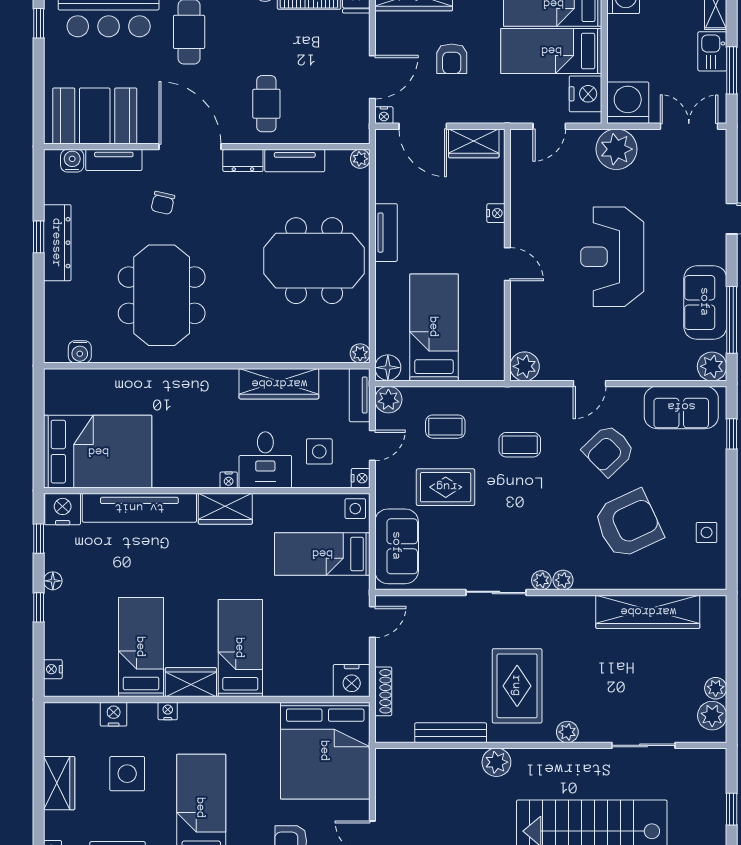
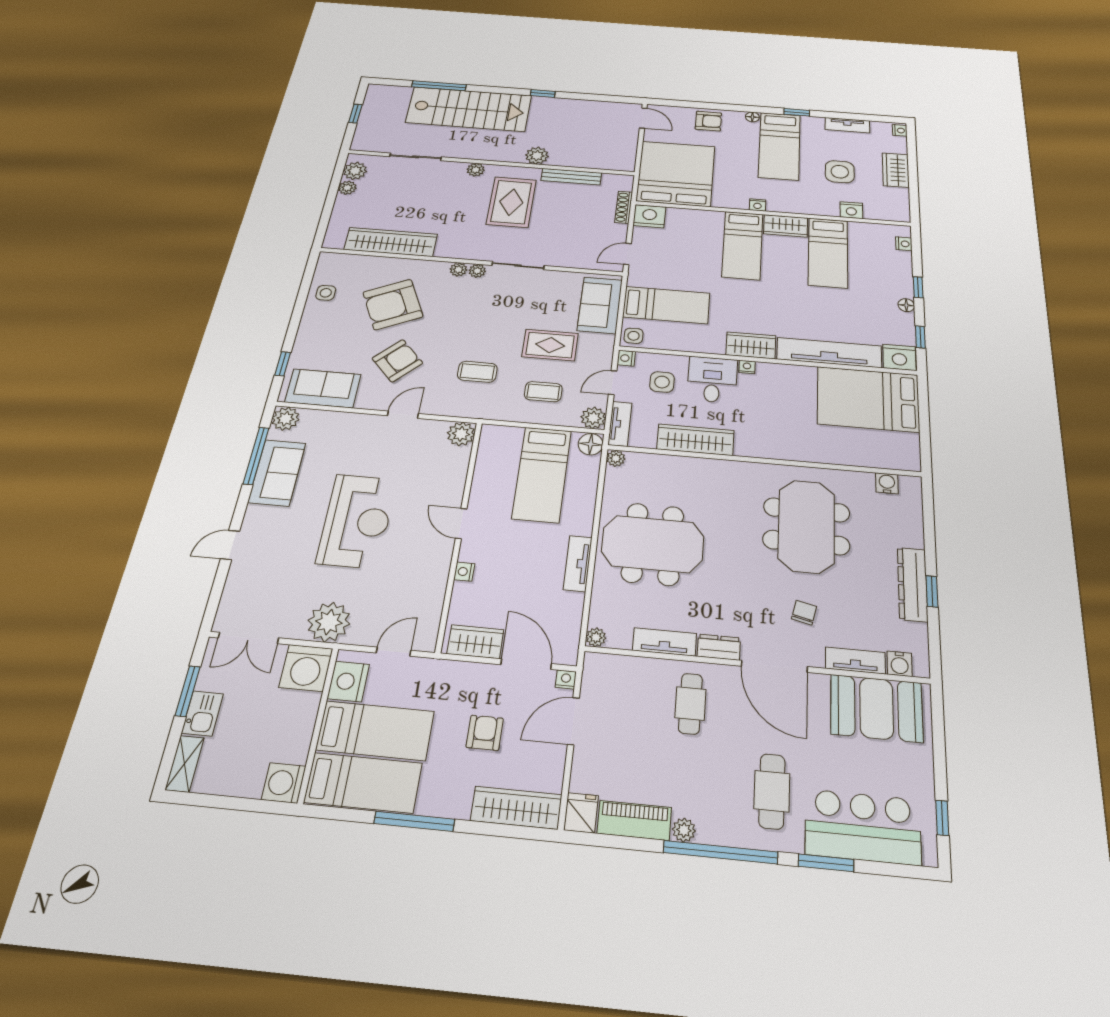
nightstand: (168, 711) -> (758, 205), moved

